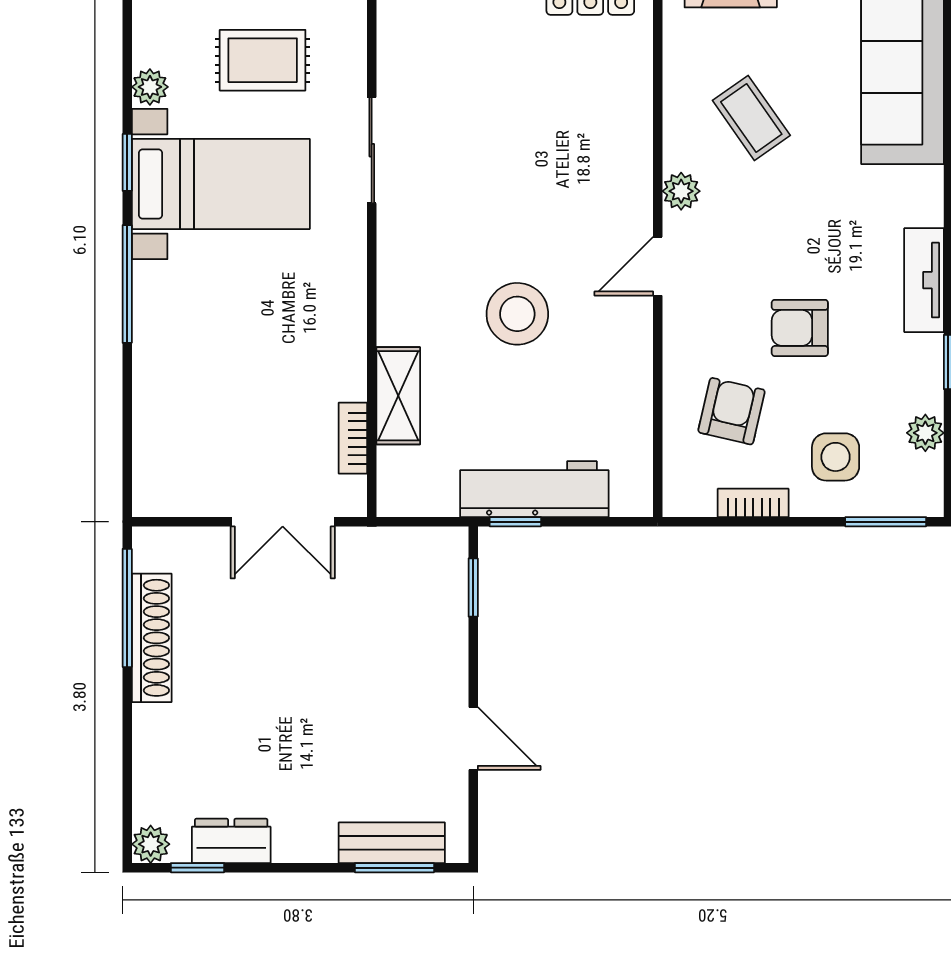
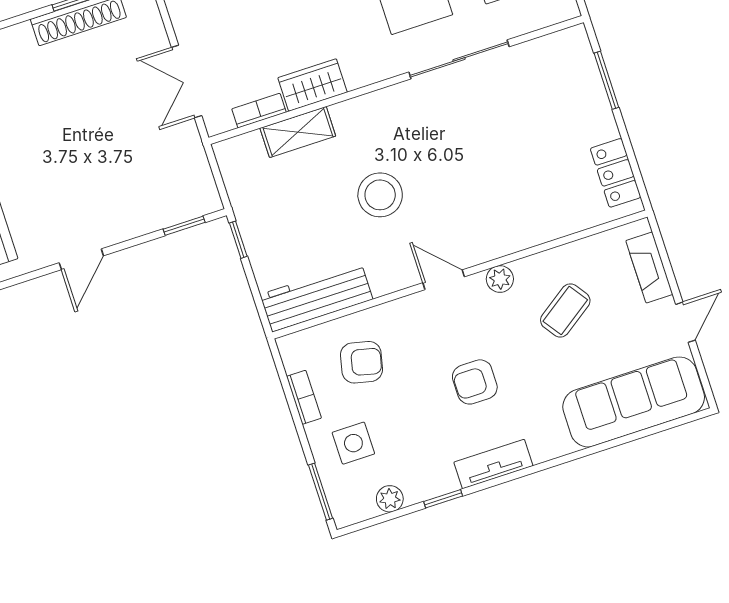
sliding door: (372, 150) -> (459, 59), width x1.37
armchair: (800, 328) -> (475, 382), moved, turned -90
wardrobe: (342, 356) -> (313, 85), added
workbench: (534, 489) -> (316, 297), moved, turned -90

